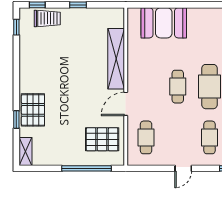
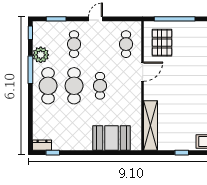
shelving: (116, 59) -> (151, 126), moved
pallet: (102, 139) -> (162, 43), turned 90

